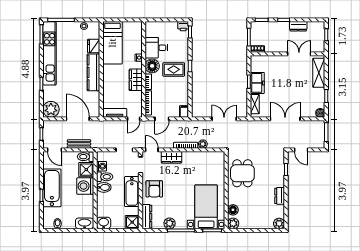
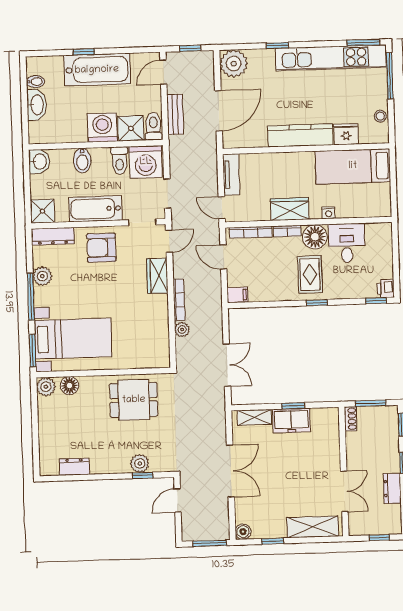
washing machine: (102, 166) -> (146, 162), width x1.89, depth x1.89
bidet: (104, 187) -> (82, 160), moved
dresser: (280, 196) -> (74, 467), moved
washbasin: (85, 223) -> (37, 105), moved
plant: (279, 223) -> (140, 463), moved

